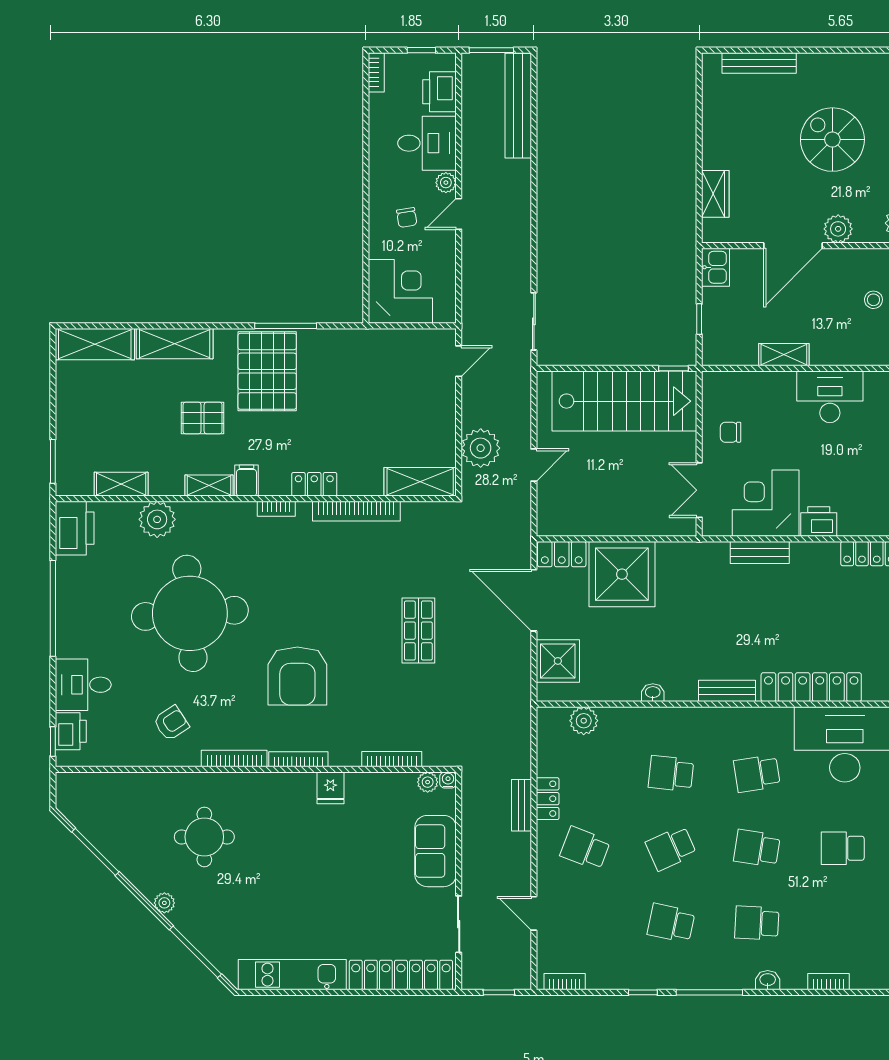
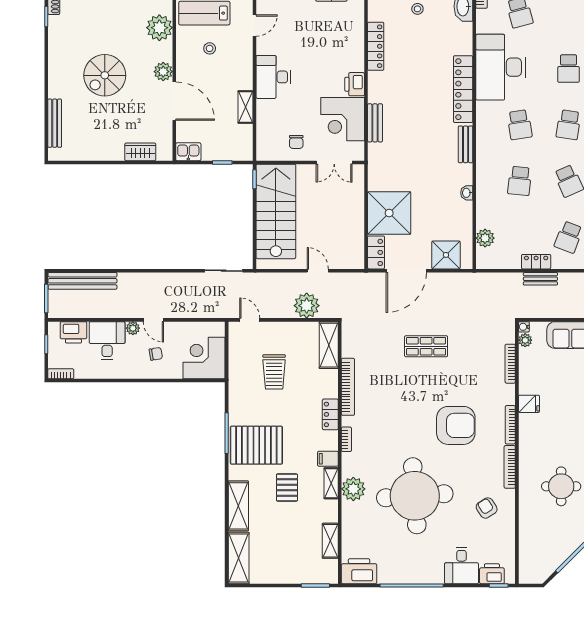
trolley: (379, 398) -> (274, 372), added
plant: (157, 519) -> (353, 489), moved

